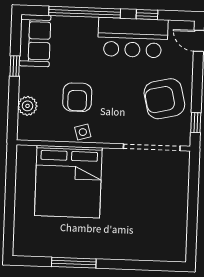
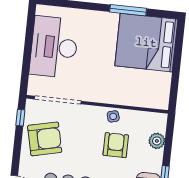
bed: (68, 182) -> (146, 43), moved, turned -90
desk: (161, 211) -> (54, 47), added

